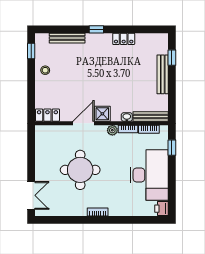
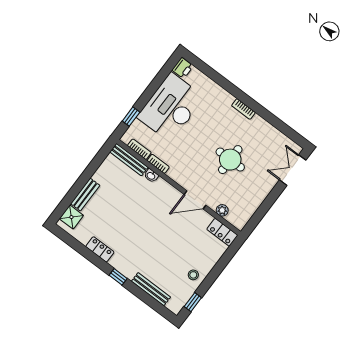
window: (172, 58) -> (69, 199), removed
bench: (163, 74) -> (85, 195), width x0.73
shower: (102, 114) -> (71, 217), moved
plant: (112, 130) -> (222, 210), moved
round table: (80, 170) -> (230, 160), width x0.73, depth x0.73

